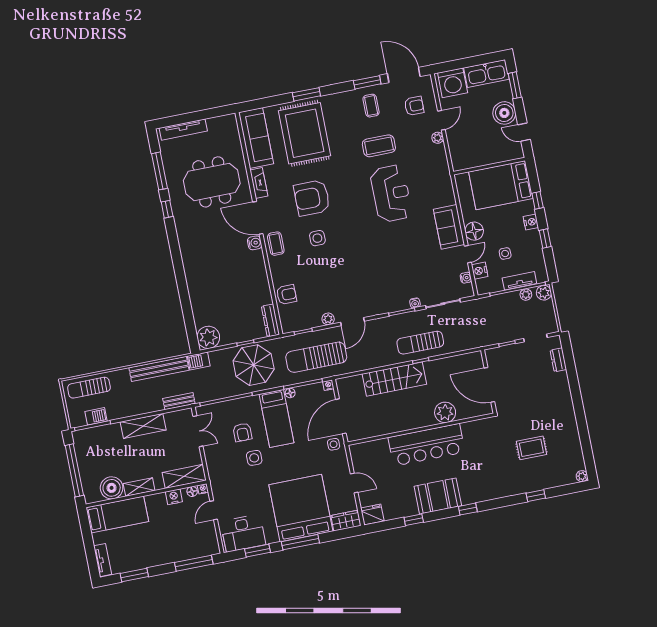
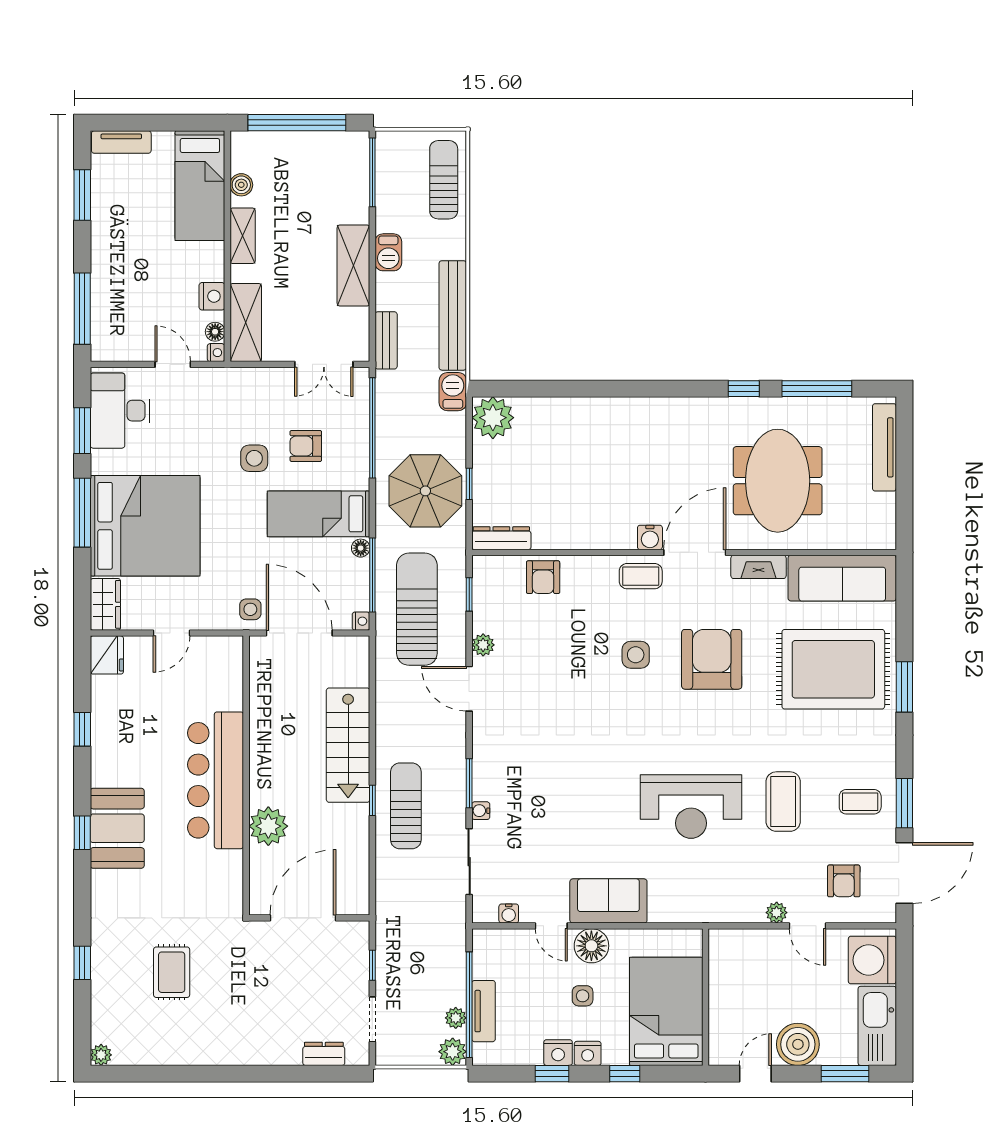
side table: (505, 254) -> (583, 996), moved
nightstand: (480, 271) -> (558, 1053), moved, turned 180
barbecue: (96, 416) -> (388, 252), moved
boiler: (112, 488) -> (241, 185), width x0.54, depth x0.54
booth: (438, 496) -> (117, 828), moved

